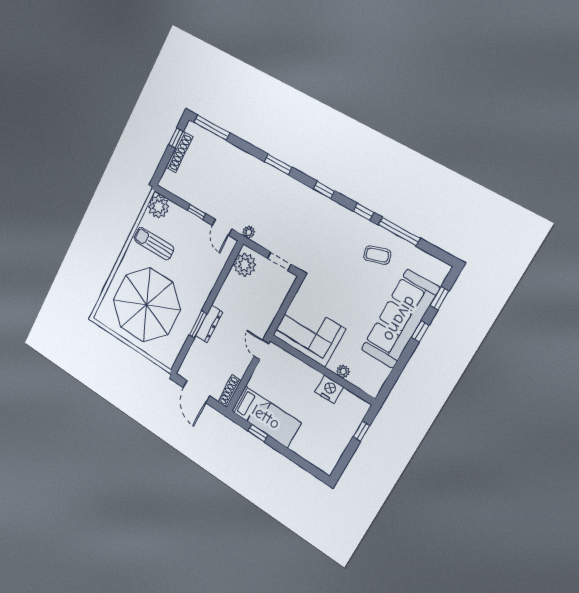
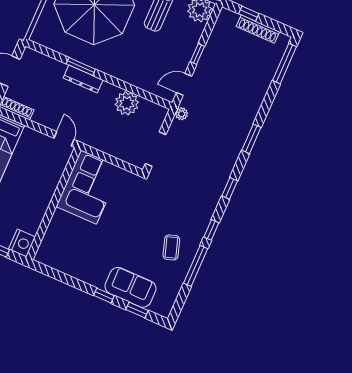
window: (176, 138) -> (249, 14), moved
doorway: (279, 261) -> (156, 149), width x1.38
plant: (245, 265) -> (127, 103), moved
sofa: (400, 319) -> (130, 287), width x0.54, depth x0.79
door: (261, 350) -> (64, 139), hinge flipped
plant: (343, 371) -> (55, 225), removed
nightstand: (329, 389) -> (22, 243), moved

